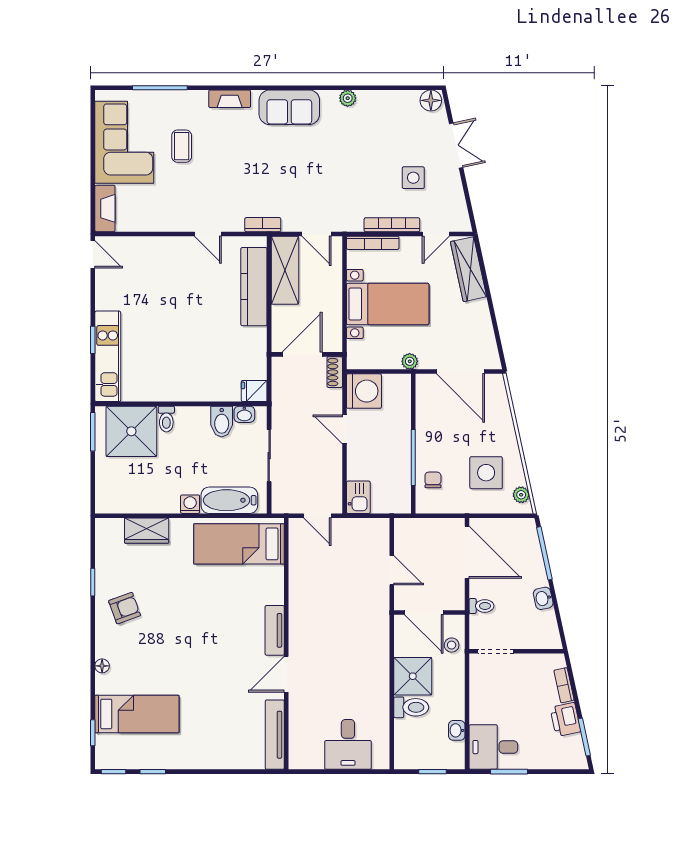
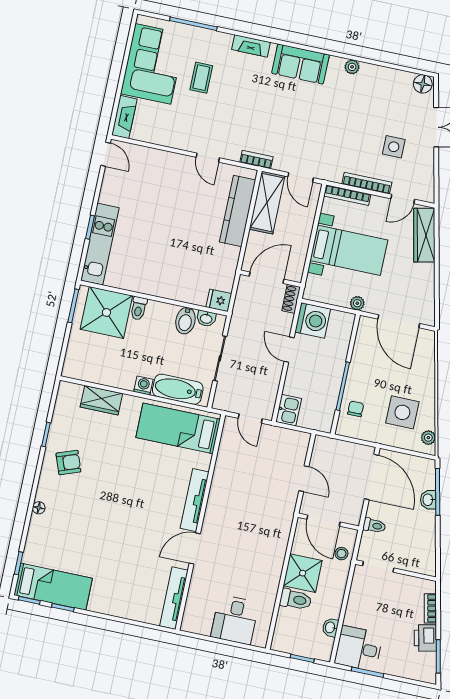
washbasin: (543, 598) -> (428, 500), moved
tv unit: (275, 630) -> (195, 500), width x1.41
bed: (137, 714) -> (53, 587), moved

